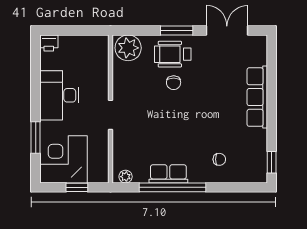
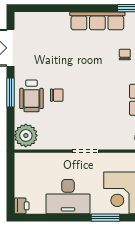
row of seats: (257, 97) -> (97, 21), moved

